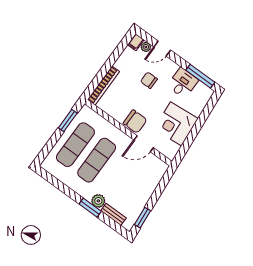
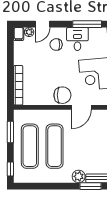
chair: (149, 80) -> (56, 45), moved
window: (45, 152) -> (10, 169), added
window: (90, 208) -> (91, 186), moved

